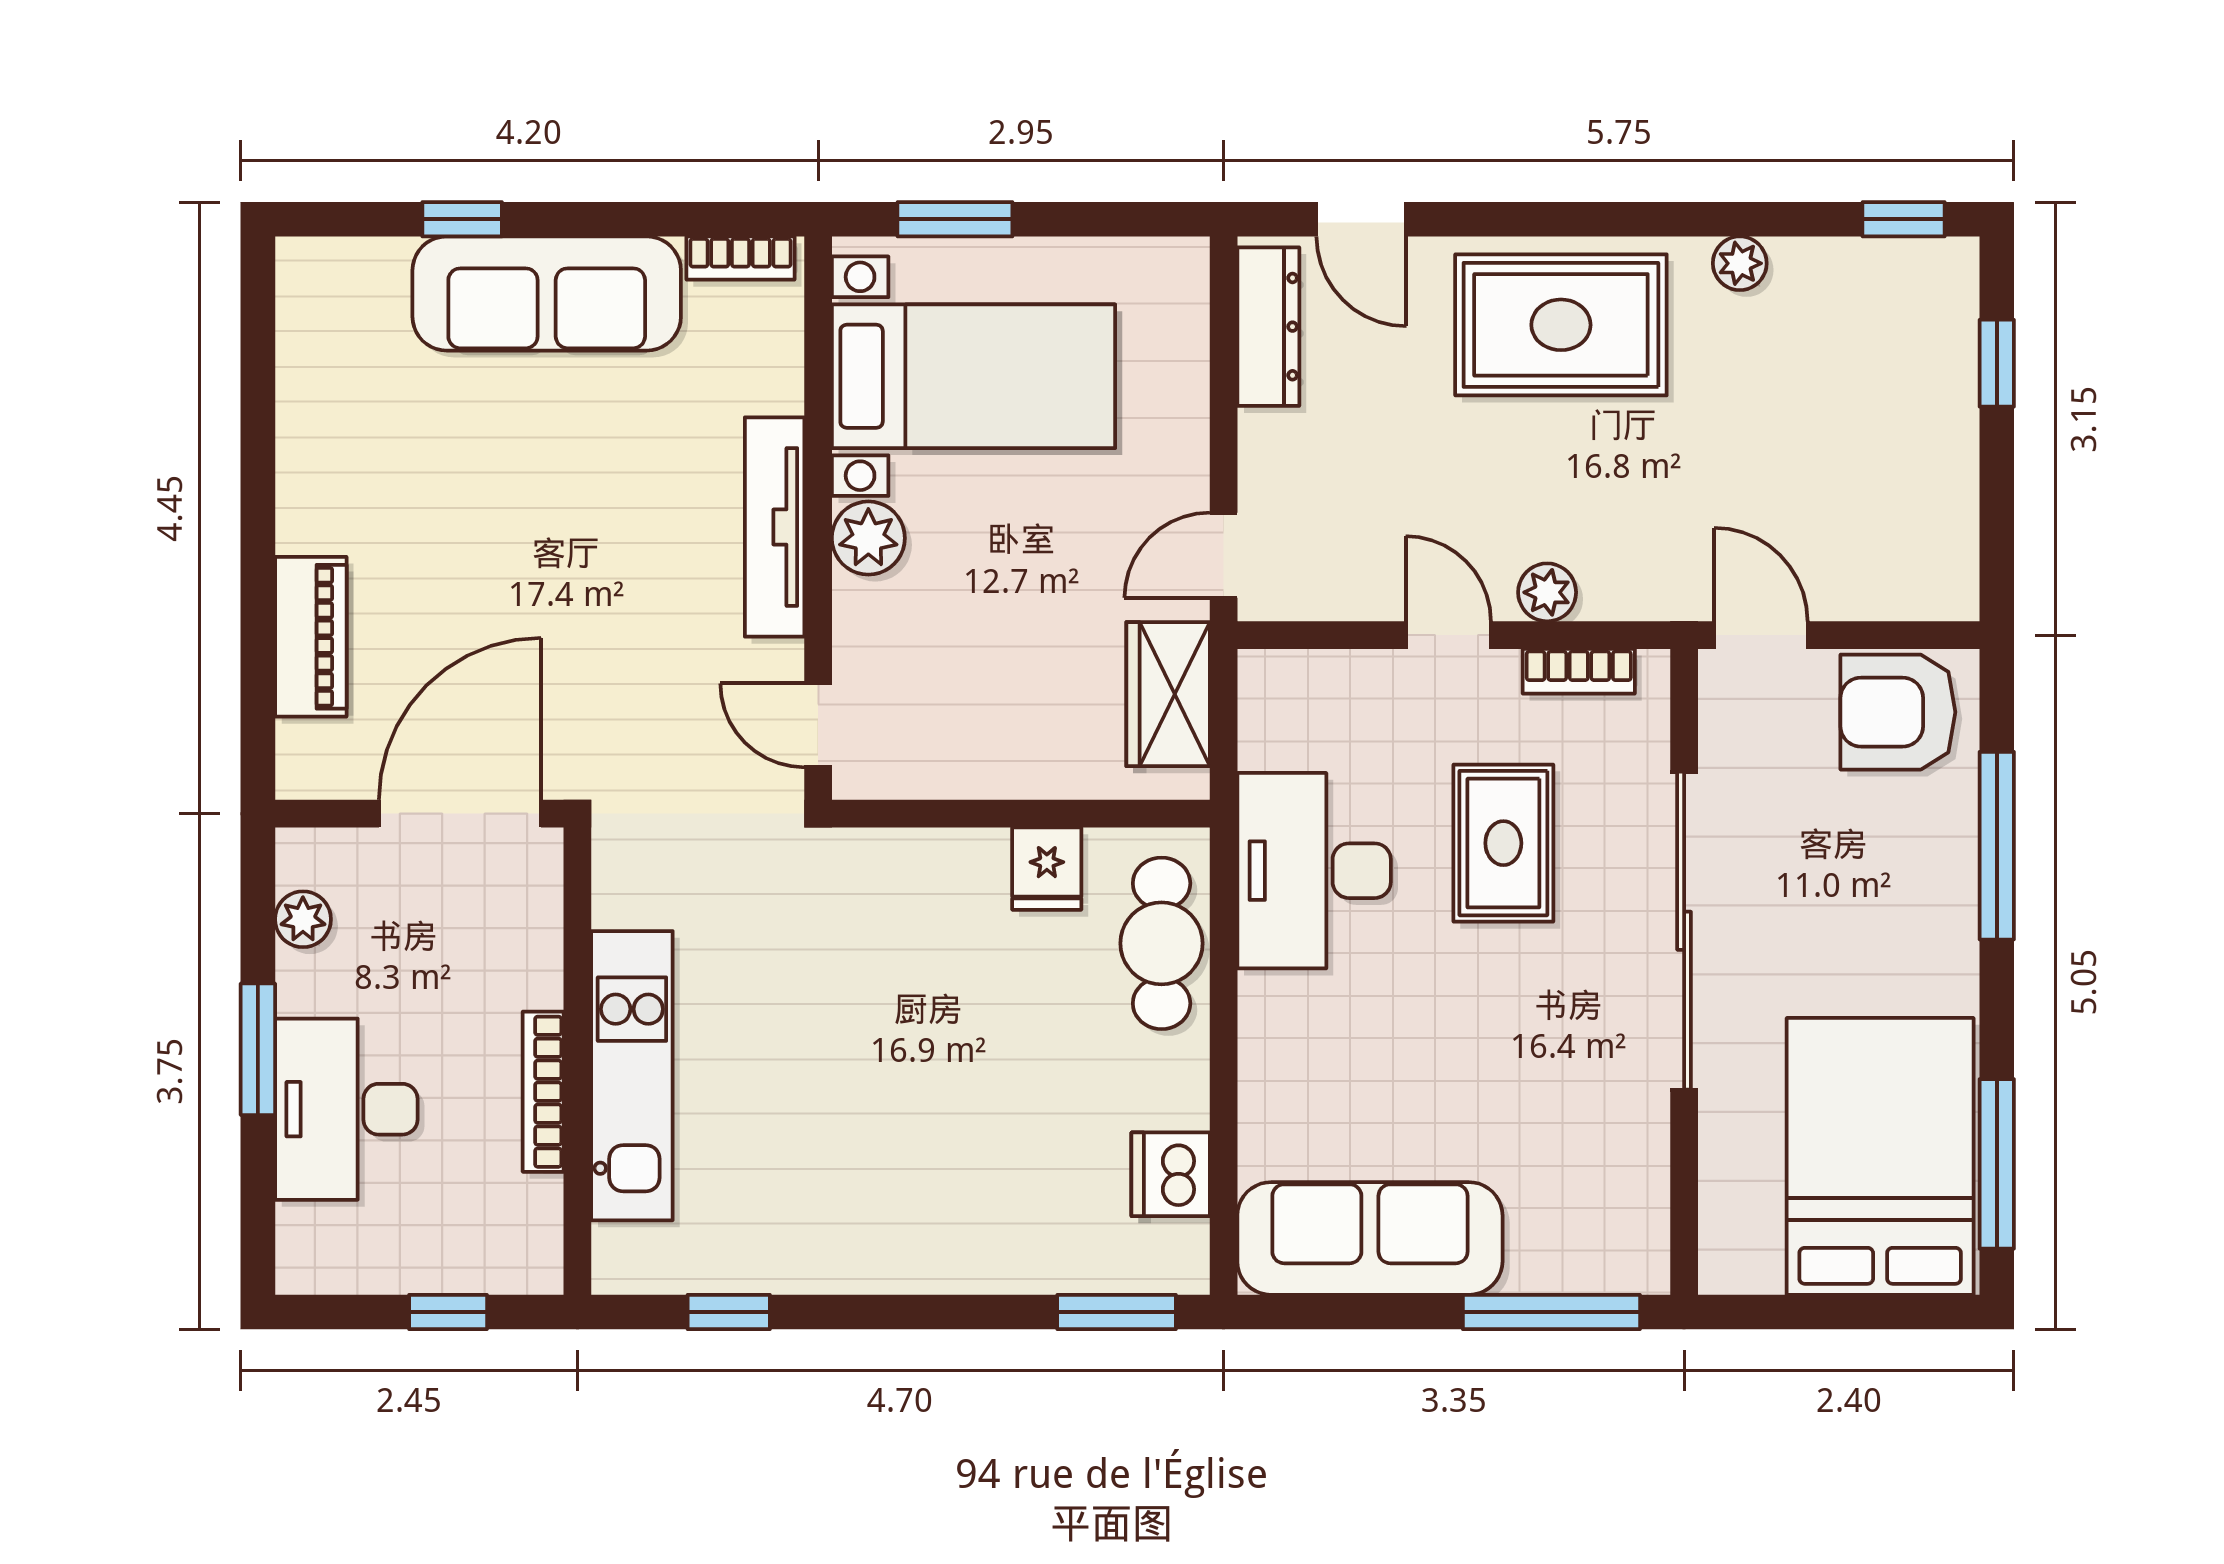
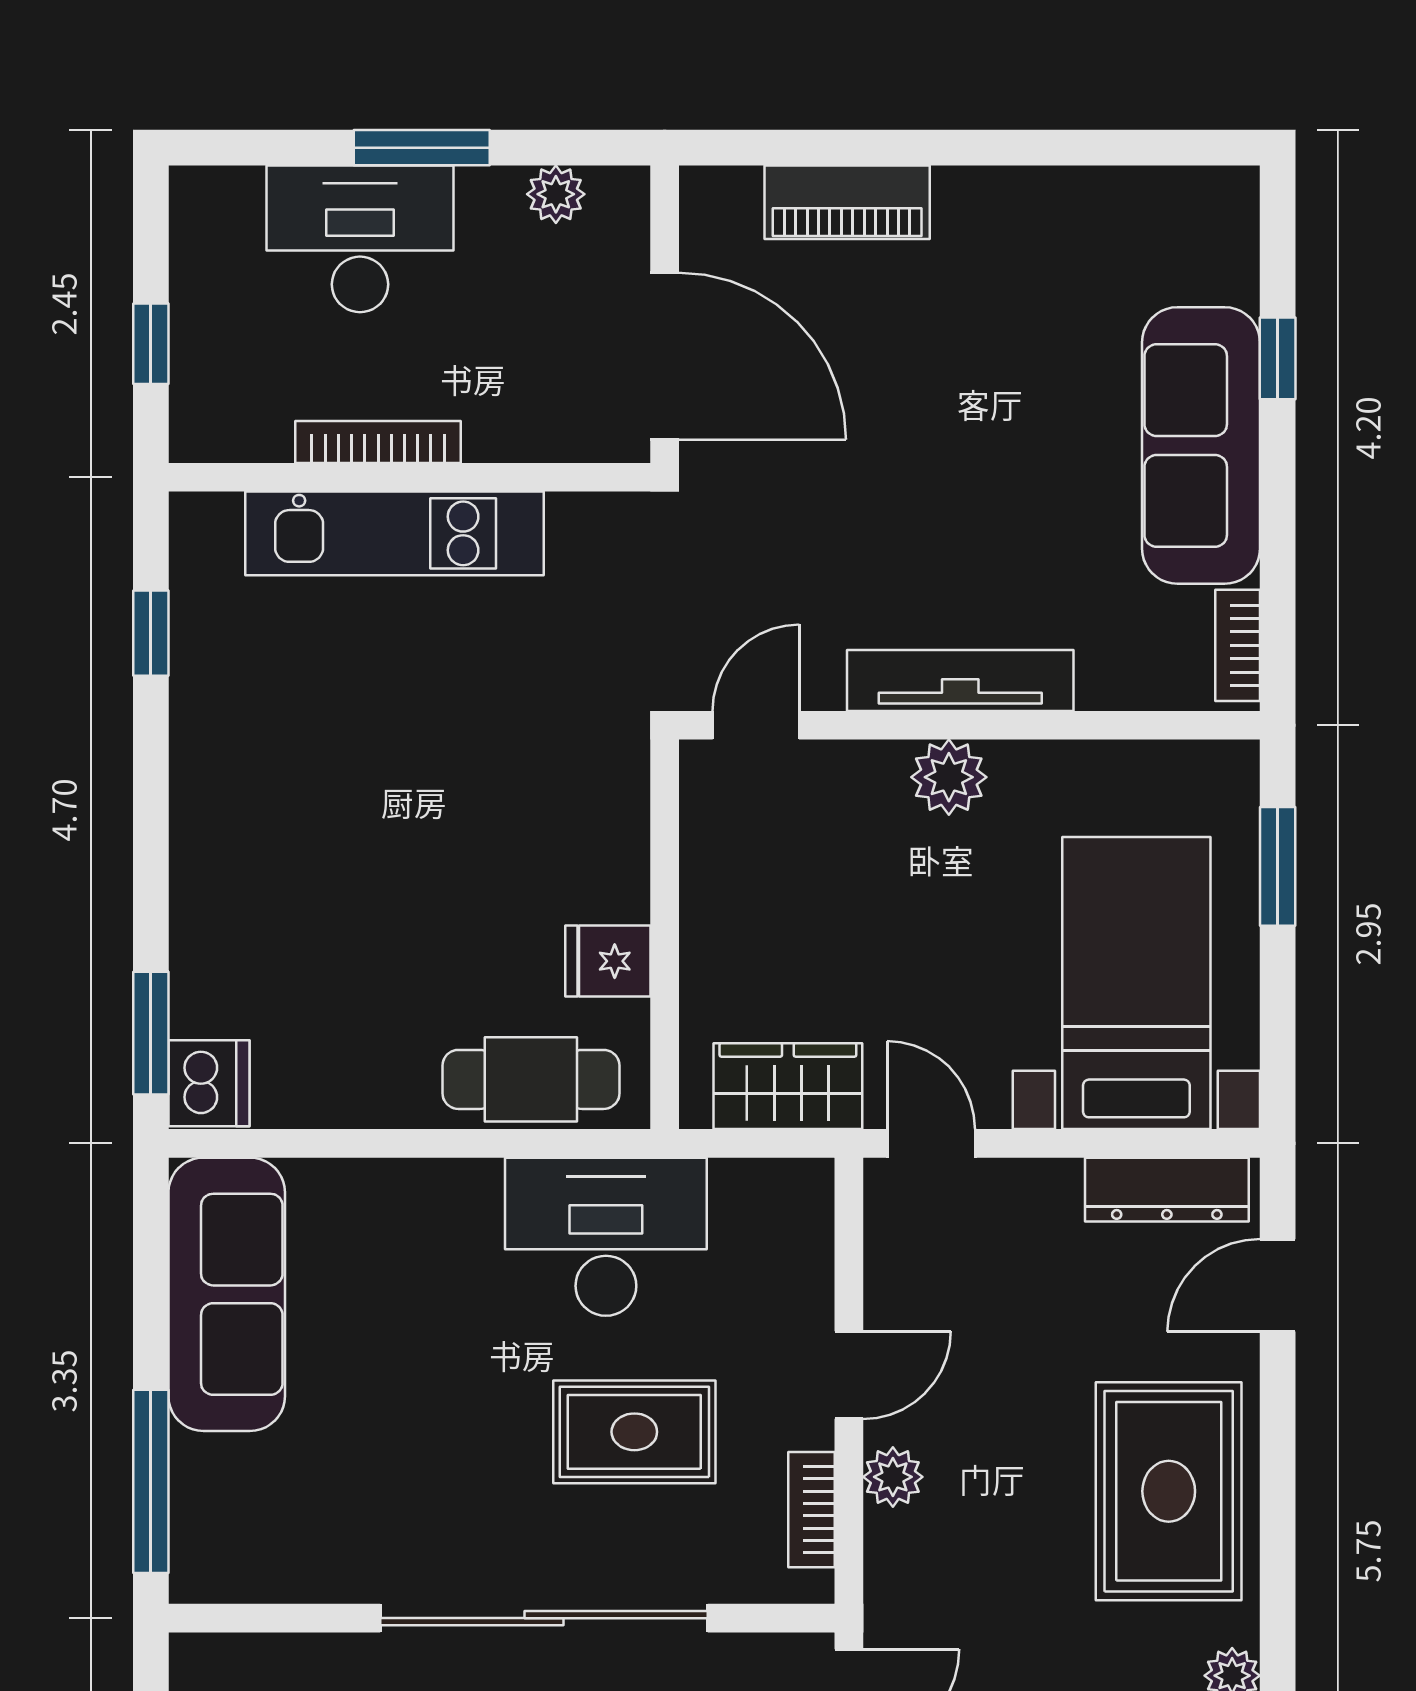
bed with nightstands: (973, 376) -> (1136, 983), moved, turned 180
dishwasher: (1171, 1174) -> (209, 1083), moved, turned 90

